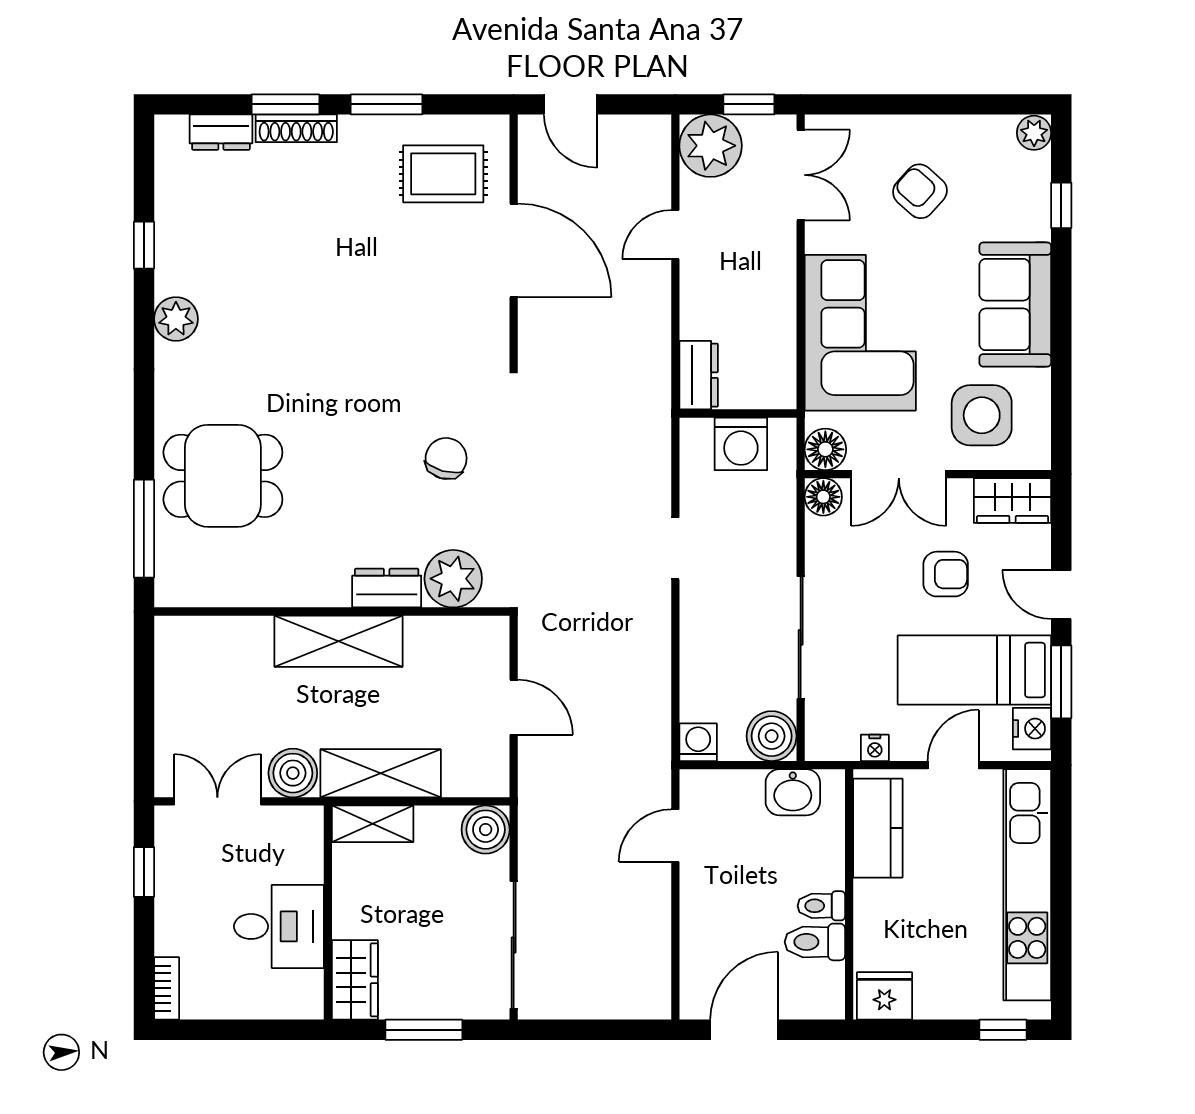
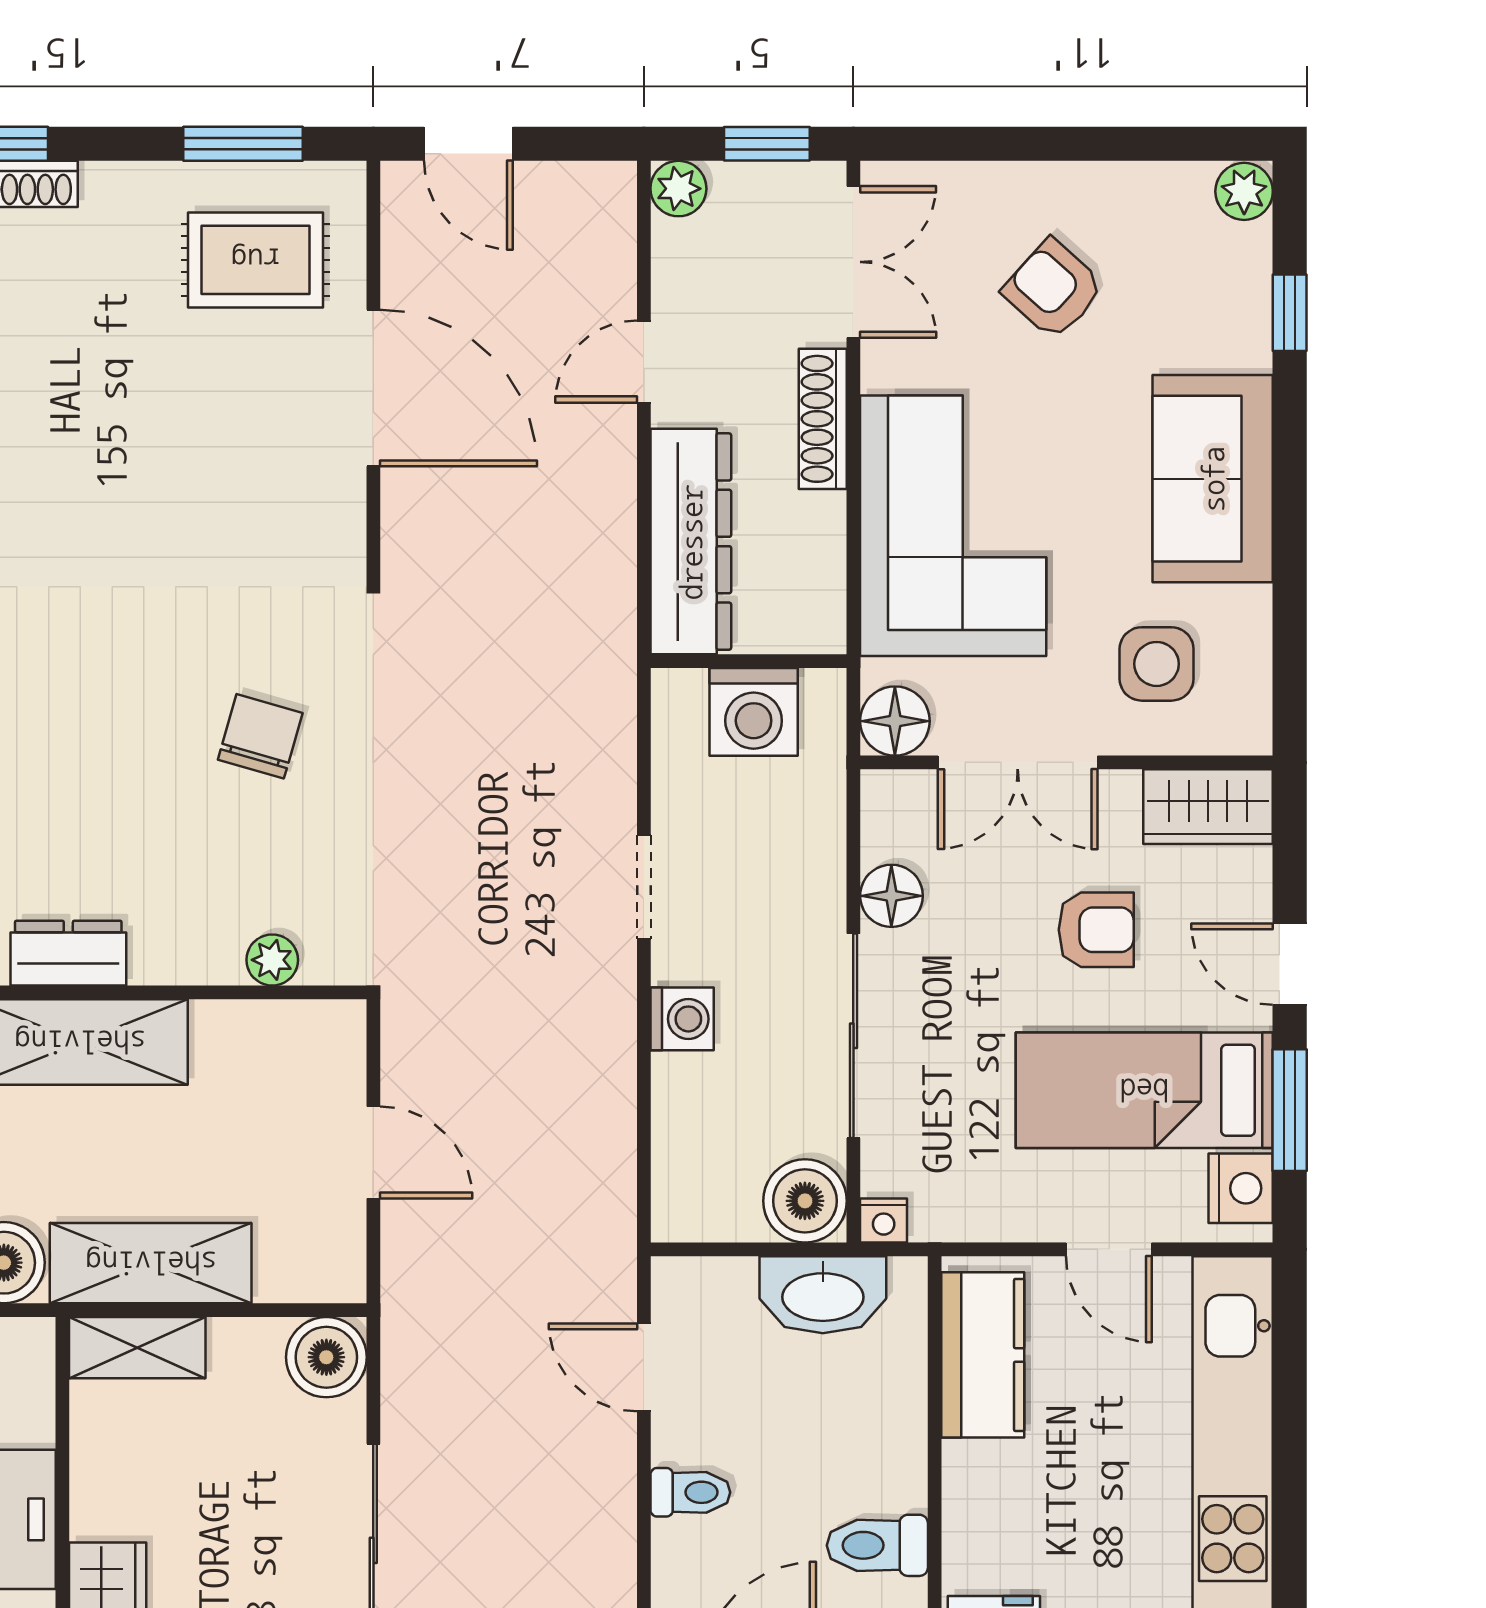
window: (386, 104) -> (243, 144), moved
plant: (711, 146) -> (678, 189), width x0.53, depth x0.53
shoe rack: (782, 269) -> (823, 419), added
dresser: (699, 375) -> (691, 542), width x1.96, depth x1.24
side table: (982, 415) -> (1157, 664), width x0.73, depth x0.73
floor lamp: (823, 497) -> (891, 896), moved
plant: (453, 579) -> (272, 960), width x0.53, depth x0.53
dresser: (387, 588) -> (68, 953), moved
washing machine: (698, 742) -> (682, 1019), moved, turned 90
nightstand: (875, 748) -> (884, 1221), moved
door: (953, 765) -> (1109, 1249), swing flipped
washbasin: (793, 792) -> (823, 1295), width x1.38
door: (675, 836) -> (644, 1367), hinge flipped
toilet: (821, 906) -> (690, 1492), moved, turned 180

